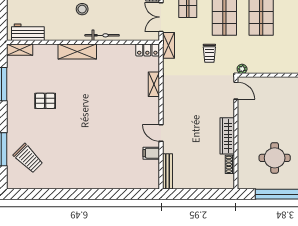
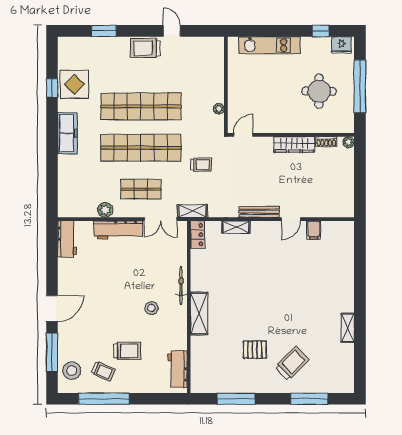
shelving: (20, 50) -> (348, 328), moved
plant: (242, 69) -> (219, 109), moved
pallet: (45, 101) -> (255, 350), turned 90
trolley: (28, 158) -> (292, 363), moved
bench: (168, 171) -> (259, 212), moved
plant: (229, 184) -> (349, 142), added

